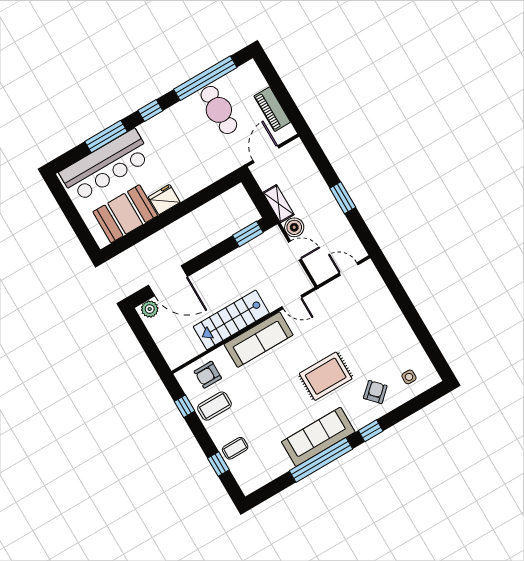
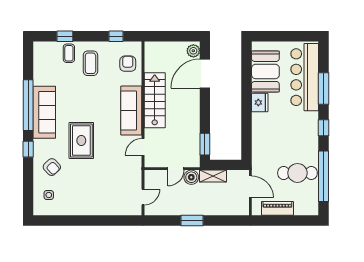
coffee table: (214, 406) -> (90, 63), moved

